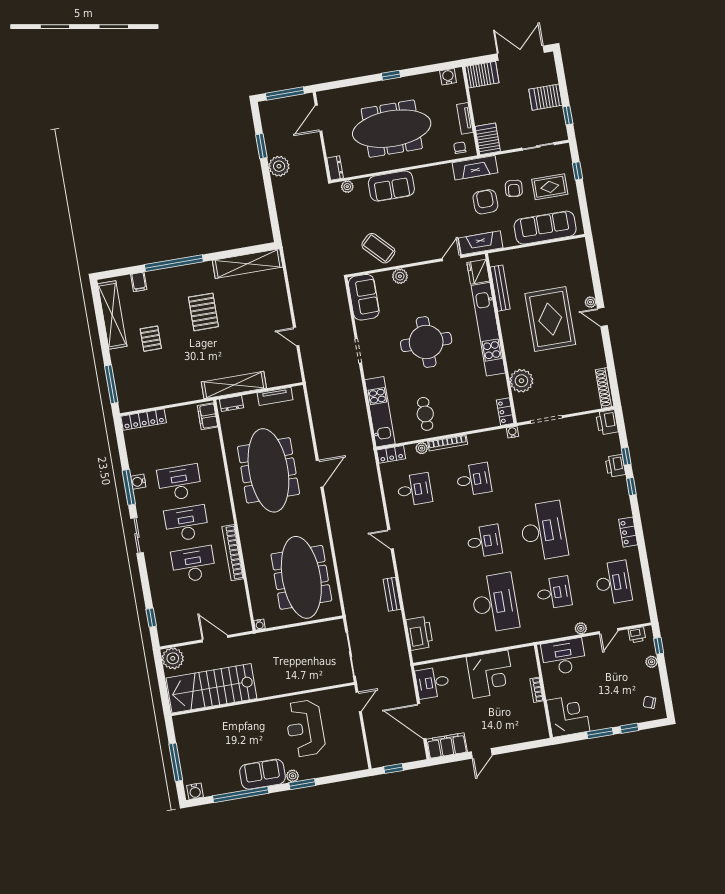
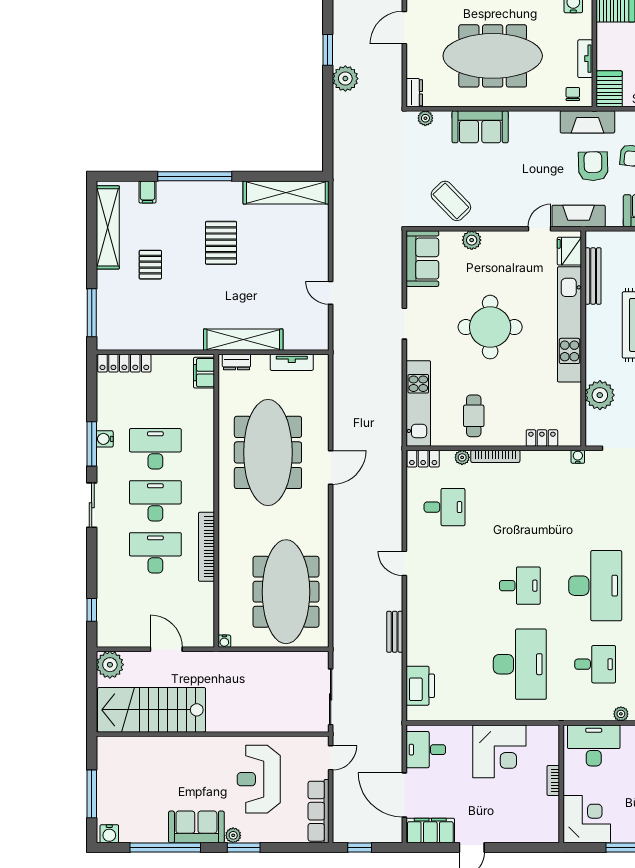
locker: (505, 412) -> (542, 438), moved, turned 90
desk: (474, 479) -> (520, 507), removed
row of seats: (356, 745) -> (318, 811), added

